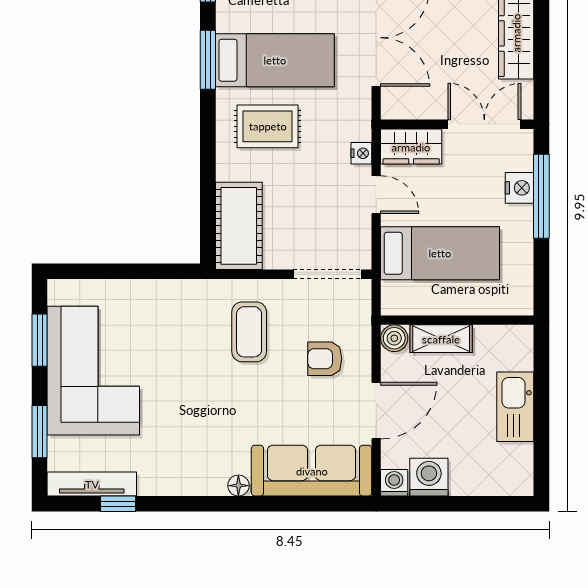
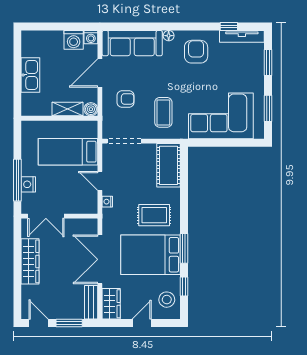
bed: (275, 60) -> (151, 255), width x1.50
wardrobe: (411, 147) -> (82, 205), removed
corner sofa: (93, 371) -> (221, 116), moved, turned 90
armchair: (184, 453) -> (196, 52), added

